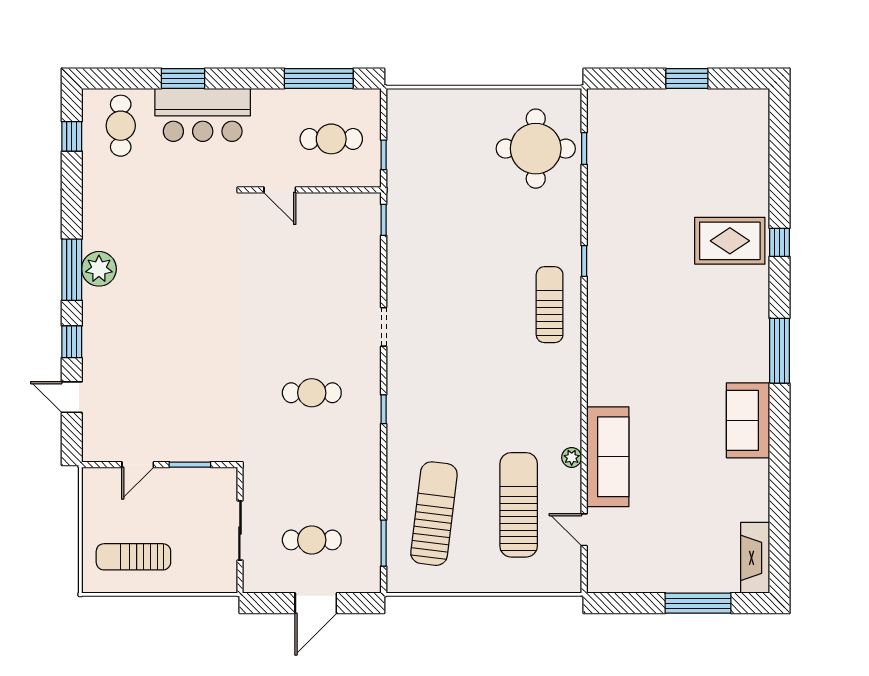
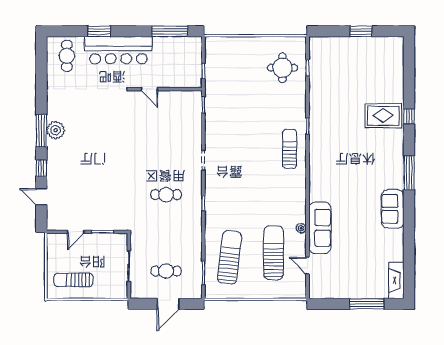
bar counter: (203, 115) -> (118, 50), width x1.36
window: (72, 136) -> (41, 61), removed
cafe table: (331, 139) -> (176, 63), removed
round table: (536, 149) -> (282, 68), width x0.73, depth x0.73

